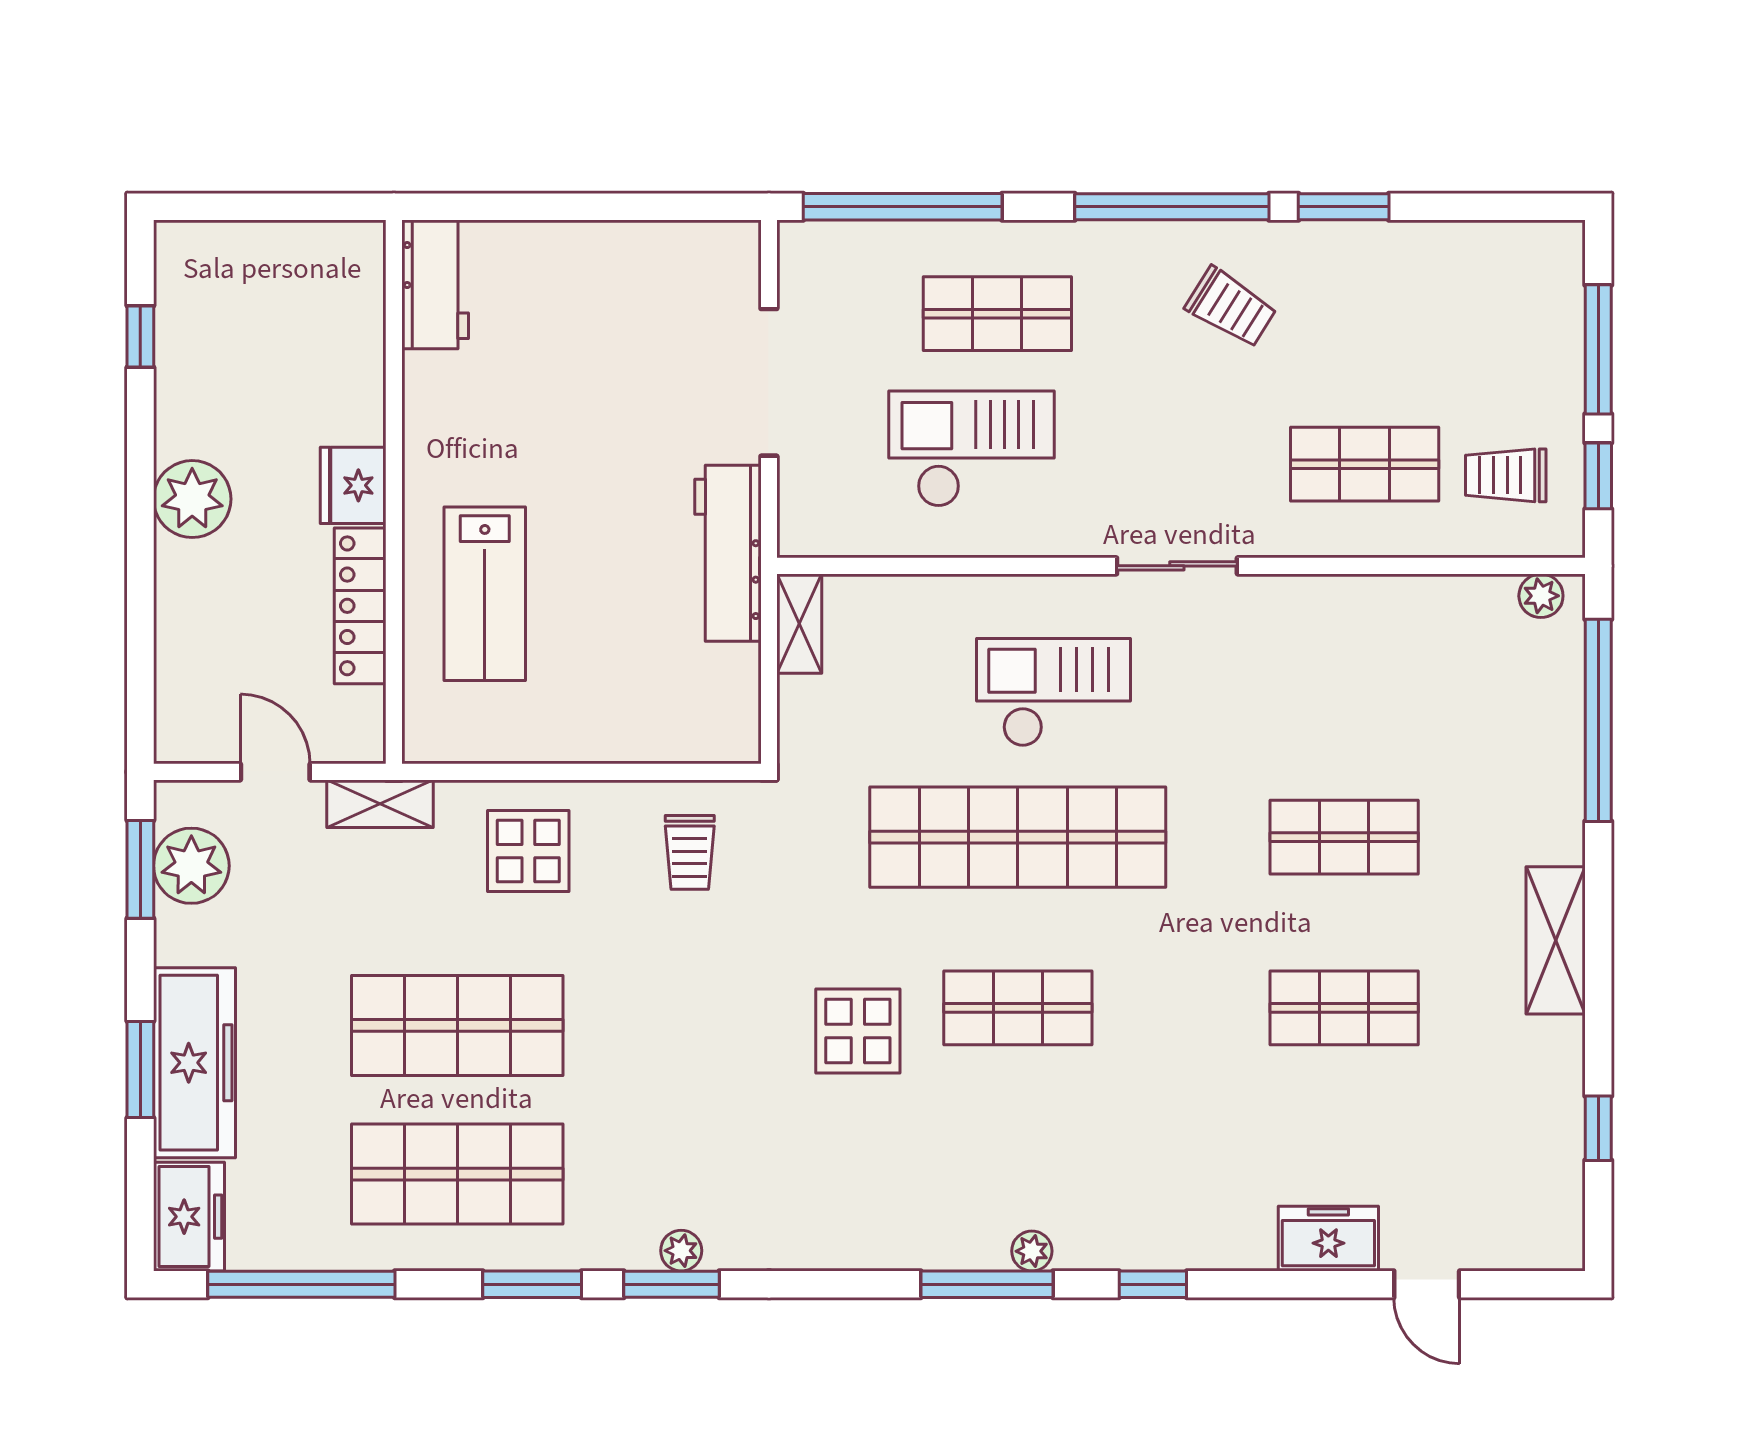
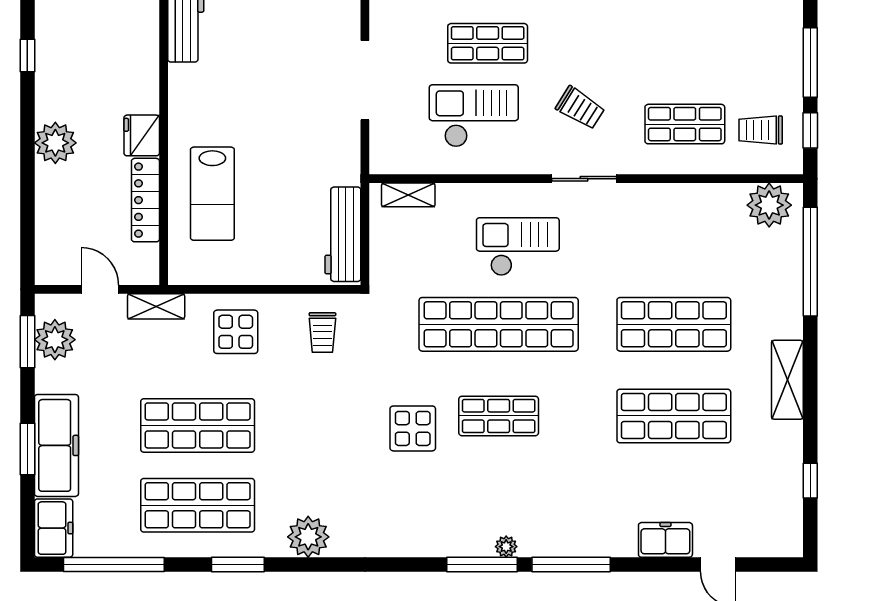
trolley: (1231, 307) -> (580, 108), moved
workbench: (728, 553) -> (343, 234), moved
plant: (1541, 596) -> (769, 205), width x1.87, depth x1.87
shelving: (799, 624) -> (408, 195), moved, turned 90
shop shelf: (1344, 837) -> (674, 324), width x1.43, depth x1.36
shop shelf: (1344, 1008) -> (674, 416), width x1.43, depth x1.36
plant: (681, 1251) -> (308, 537), width x1.88, depth x1.88
window: (671, 1284) -> (313, 564), removed
window: (1153, 1284) -> (571, 564), width x2.17

